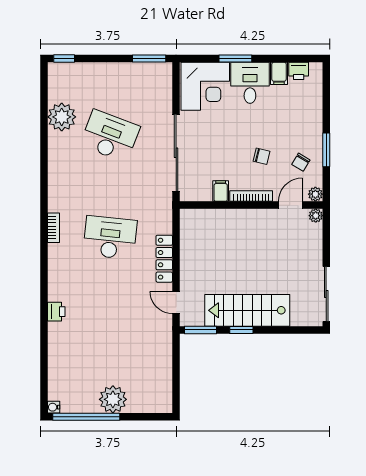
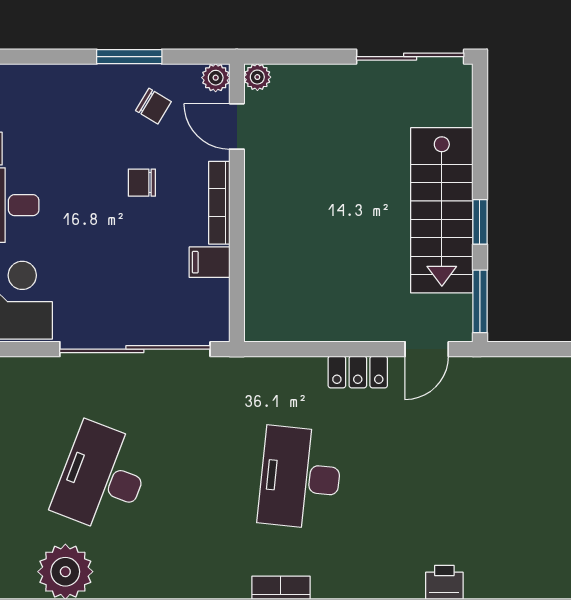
chair: (262, 156) -> (142, 183), turned -104
locker: (164, 259) -> (358, 372), width x0.66

